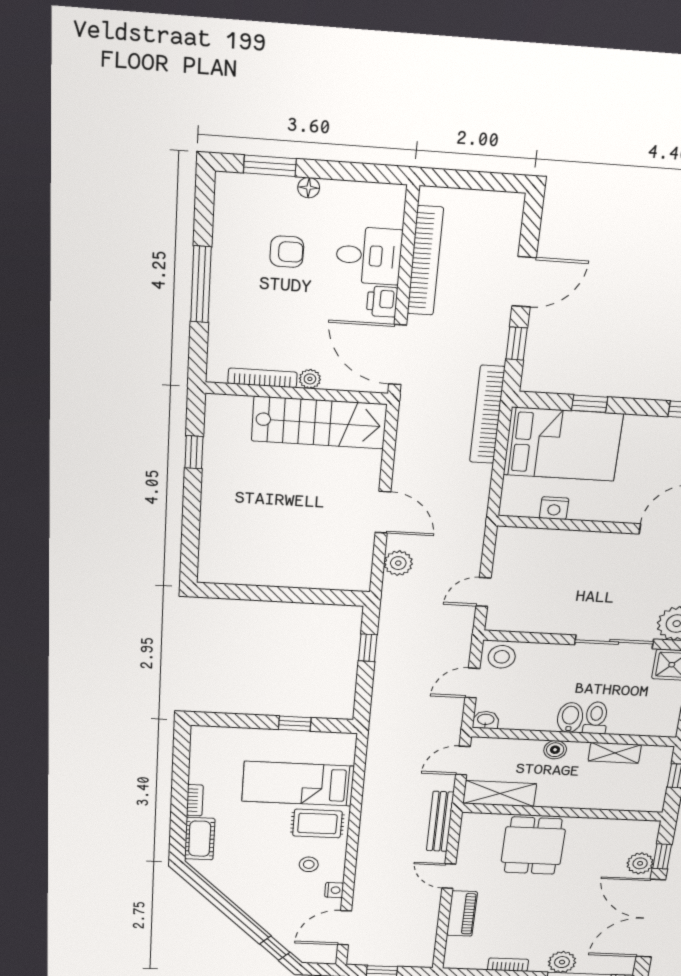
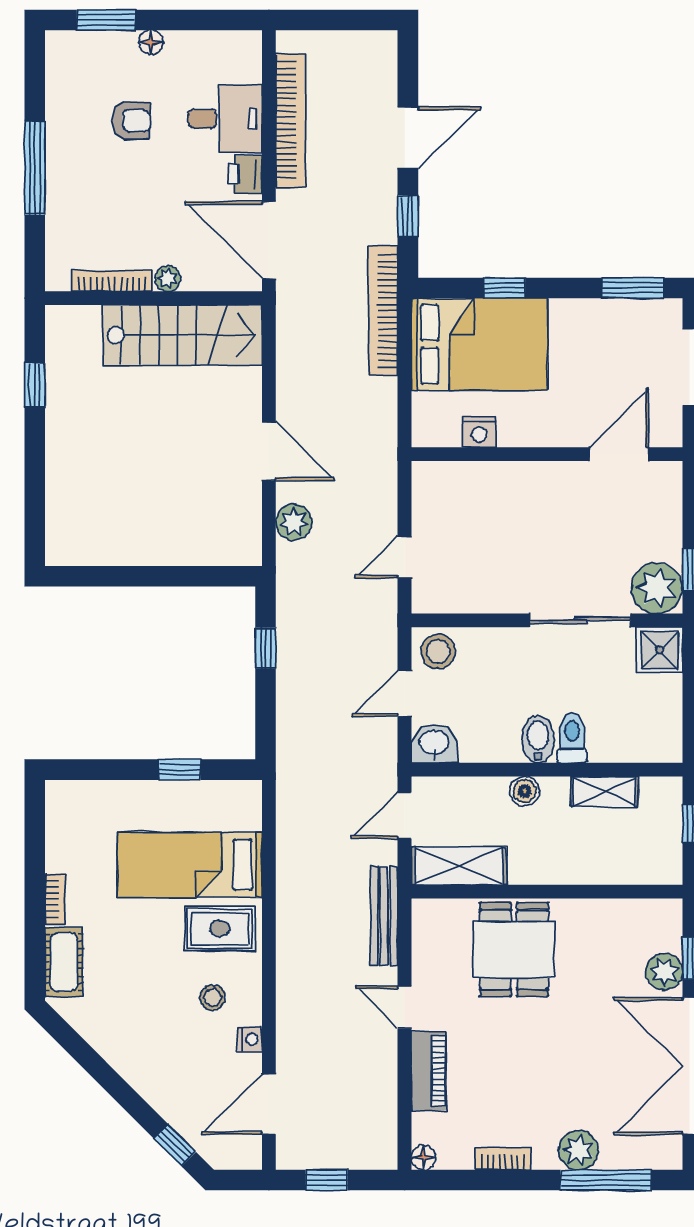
washbasin: (486, 720) -> (434, 743), width x1.38, depth x1.45
floor lamp: (452, 962) -> (424, 1157), added

